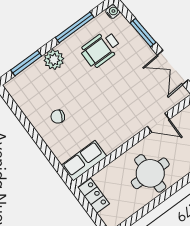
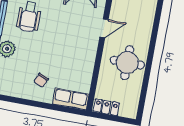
row of seats: (84, 161) -> (71, 99), moved, turned 90

